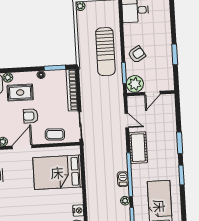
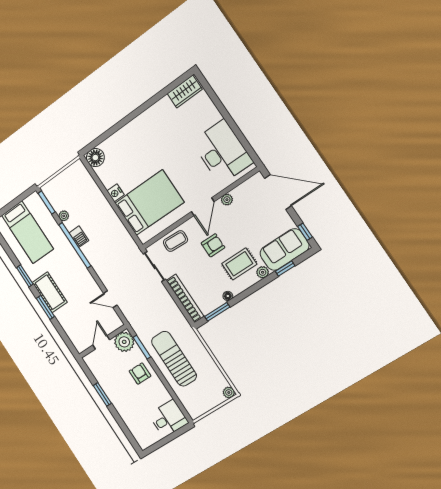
armchair: (137, 54) -> (140, 374), turned 121
cot: (138, 148) -> (50, 292), moved
nightstand: (78, 210) -> (115, 193), moved

